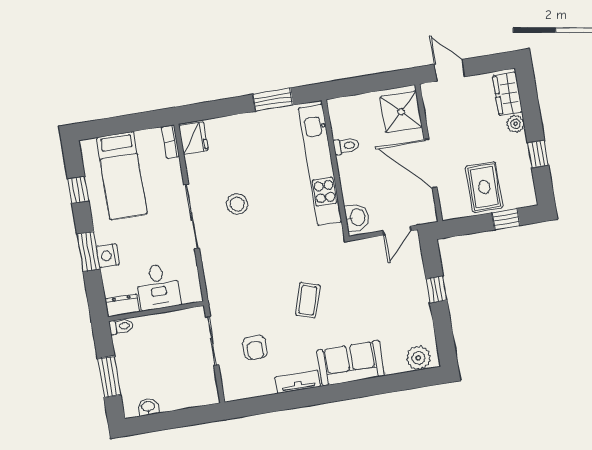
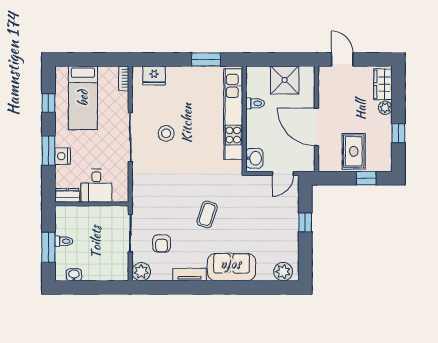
shower: (401, 112) -> (285, 80), moved
fridge: (193, 138) -> (154, 75), moved, turned 90
toilet: (121, 326) -> (64, 241), moved
plant: (234, 388) -> (141, 272), added

